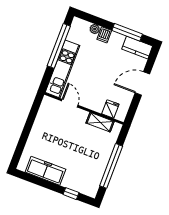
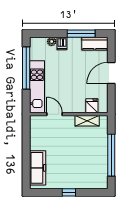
freezer: (45, 171) -> (38, 168), moved, turned 90
window: (71, 194) -> (69, 192), moved

